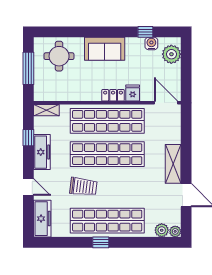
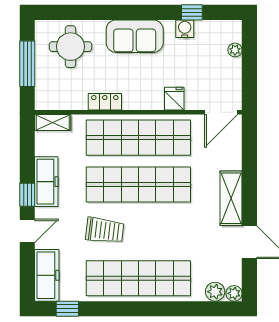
water cooler: (151, 43) -> (185, 29), moved
plant: (171, 54) -> (235, 50), width x0.53, depth x0.53
locker: (113, 95) -> (105, 102), moved
door: (166, 103) -> (221, 112), swing flipped
window: (28, 138) -> (27, 195), moved
door: (28, 187) -> (27, 231), hinge flipped
window: (101, 242) -> (67, 309), moved

